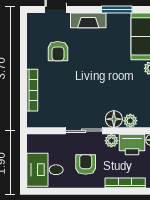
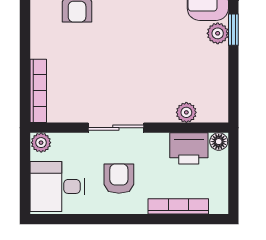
bookcase: (32, 90) -> (38, 91), moved
floor lamp: (114, 119) -> (162, 110), removed
plant: (111, 141) -> (41, 143), moved

